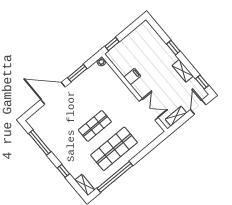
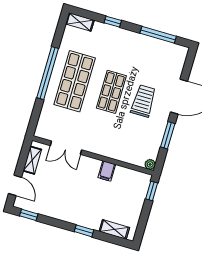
shelving: (183, 71) -> (114, 229), moved
trolley: (78, 106) -> (143, 101), added
window: (115, 177) -> (48, 73), moved

